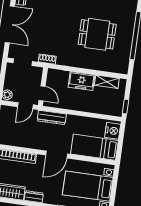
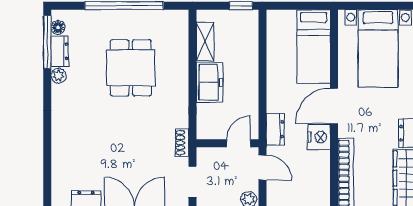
dresser: (52, 117) -> (275, 129), width x0.70
nightstand: (113, 131) -> (319, 137), moved, turned 90
door: (57, 155) -> (334, 106), swing flipped

